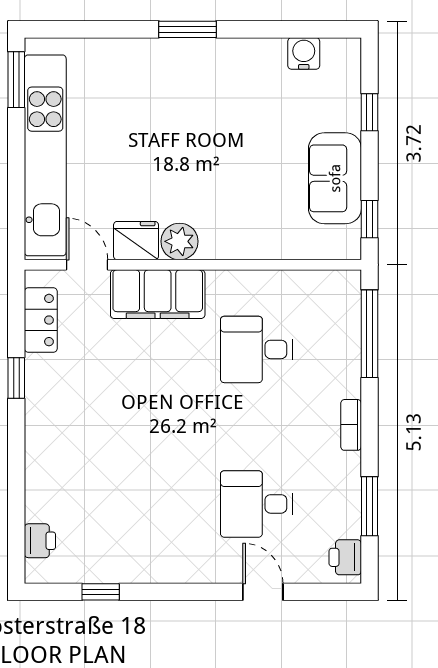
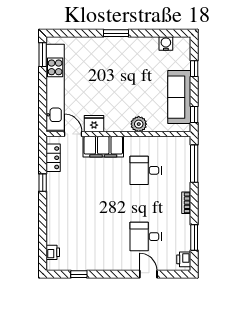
sofa: (335, 178) -> (179, 97), width x1.36
plant: (179, 241) -> (139, 124), moved

